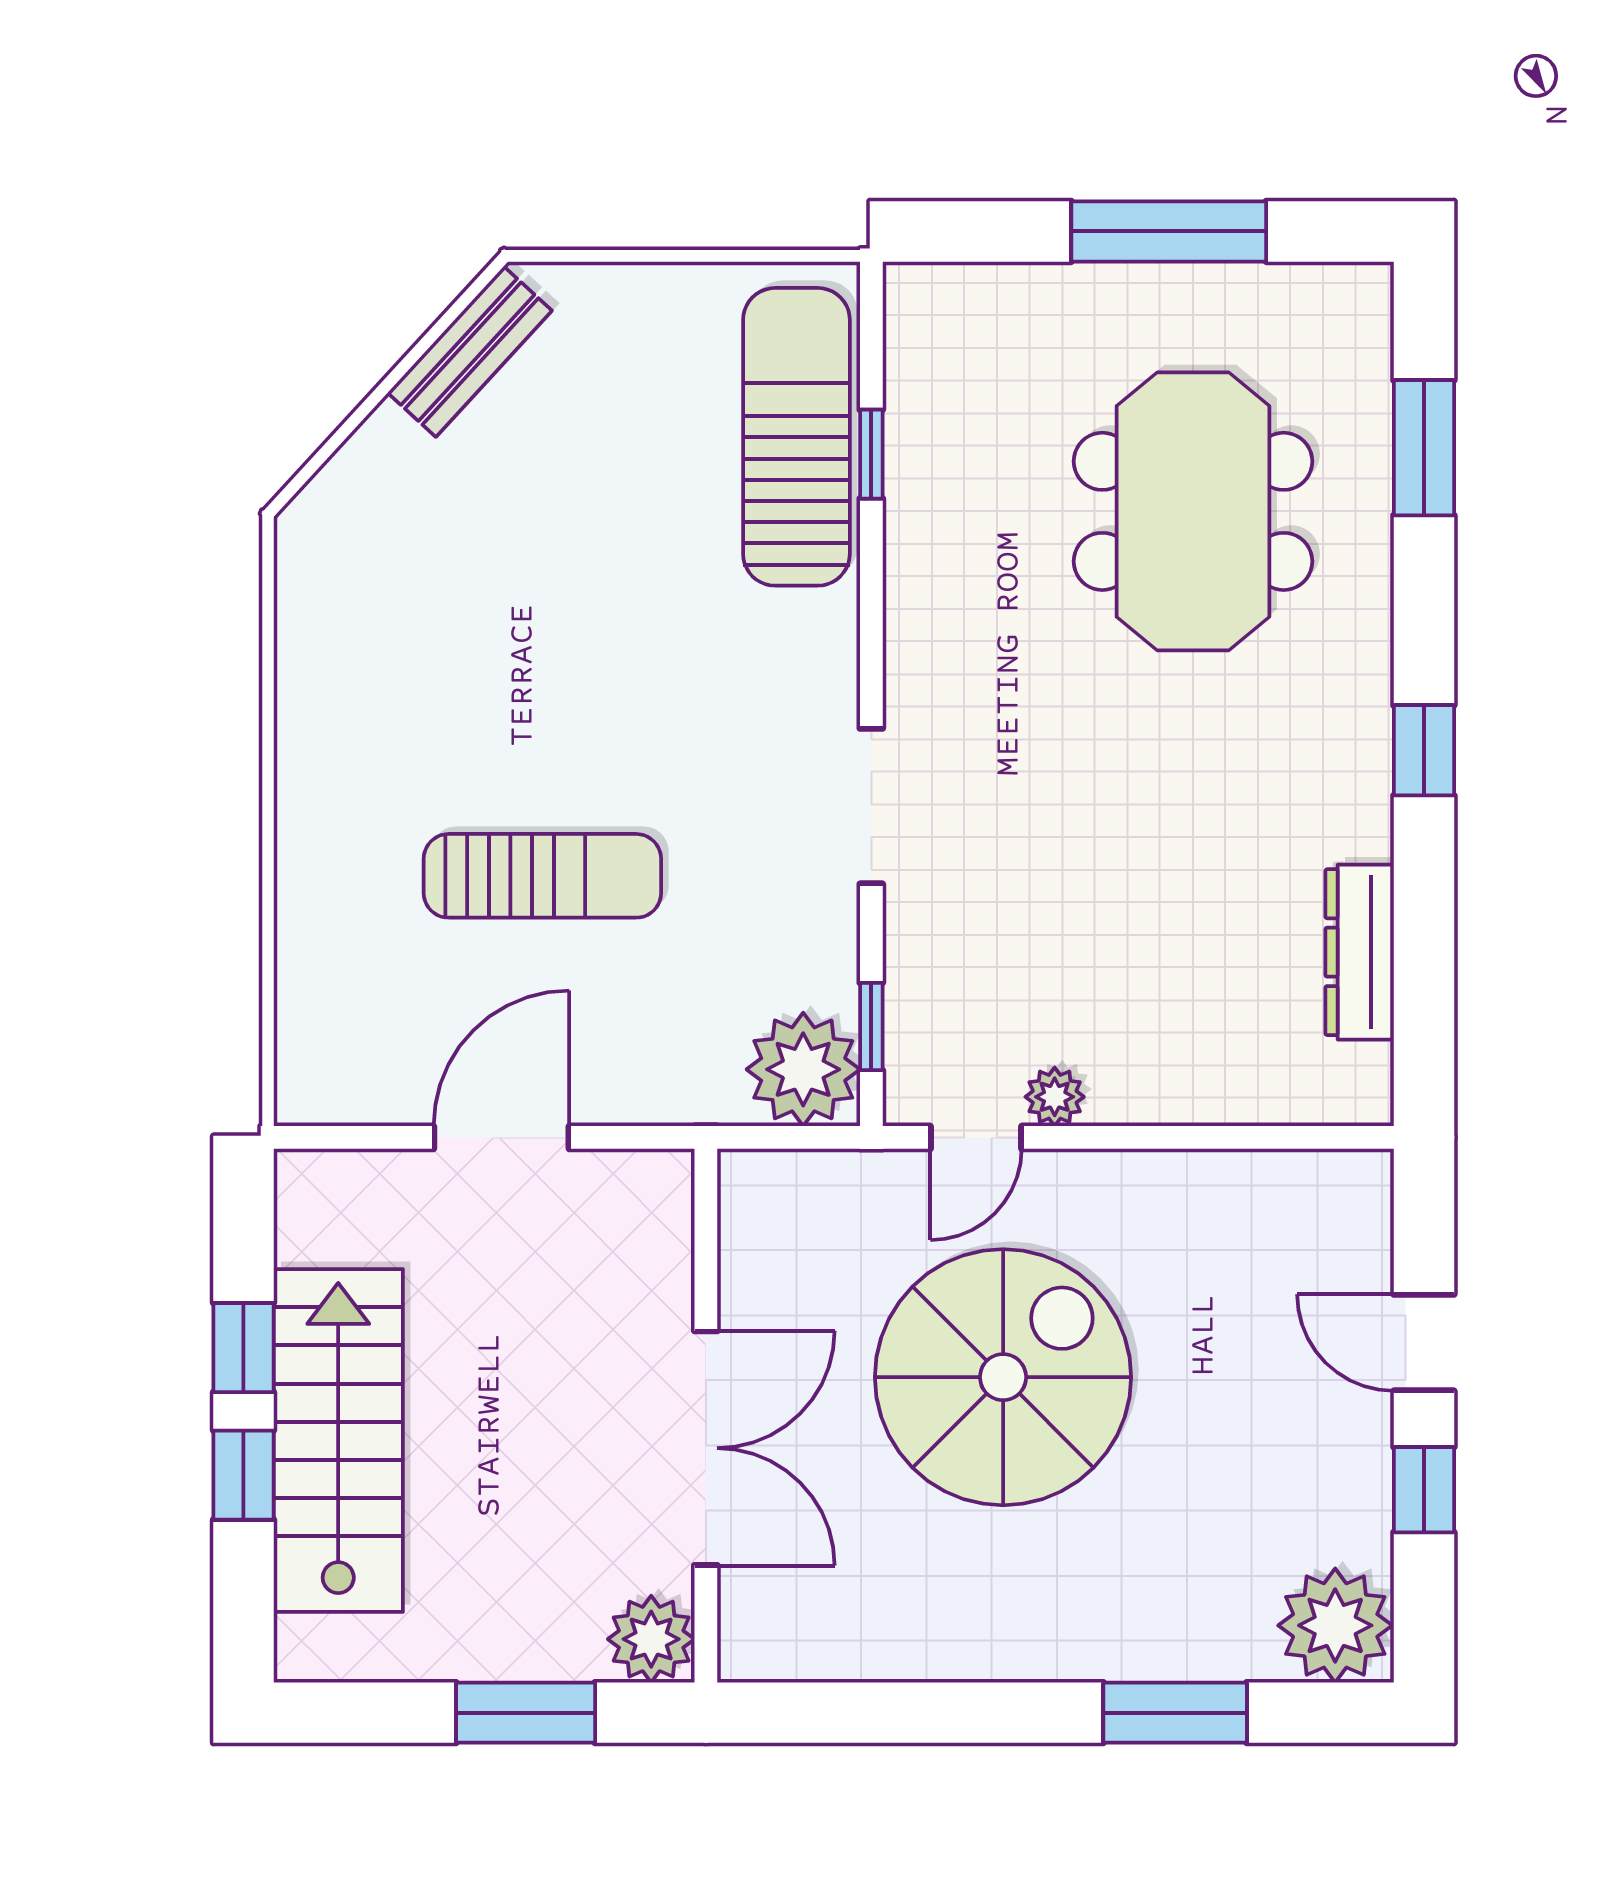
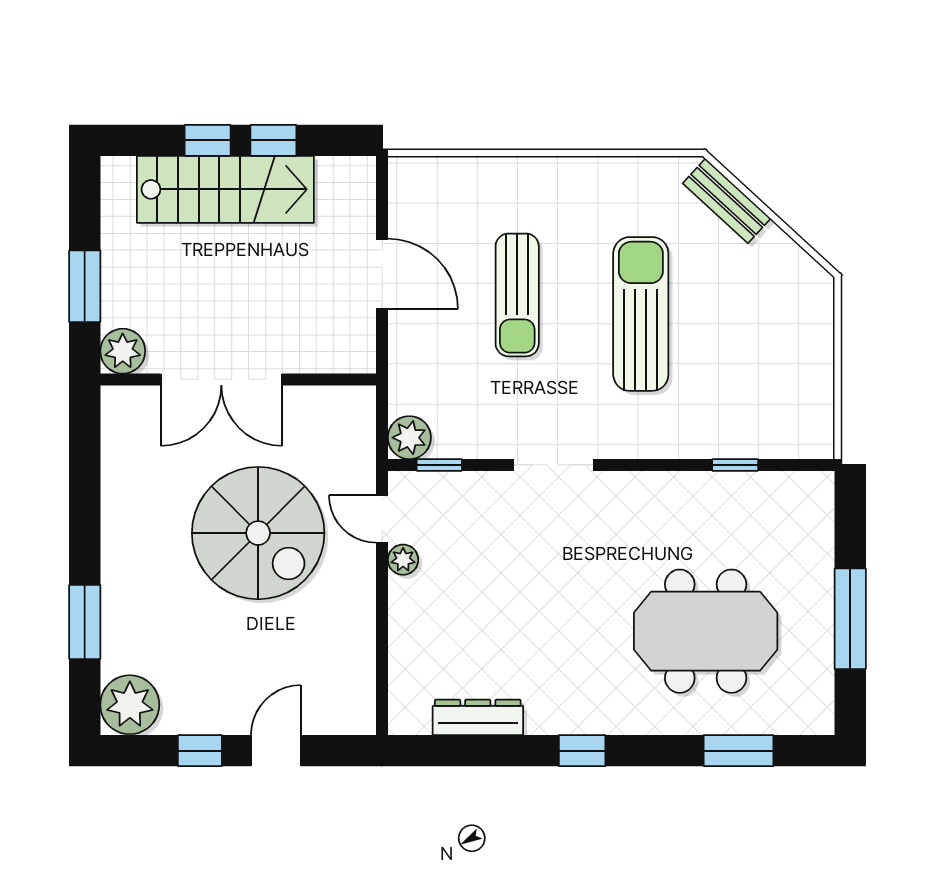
bench: (470, 352) -> (727, 201), moved
sun lounger: (796, 437) -> (641, 314), moved, turned -90
plant: (803, 1069) -> (409, 438), width x0.73, depth x0.73

